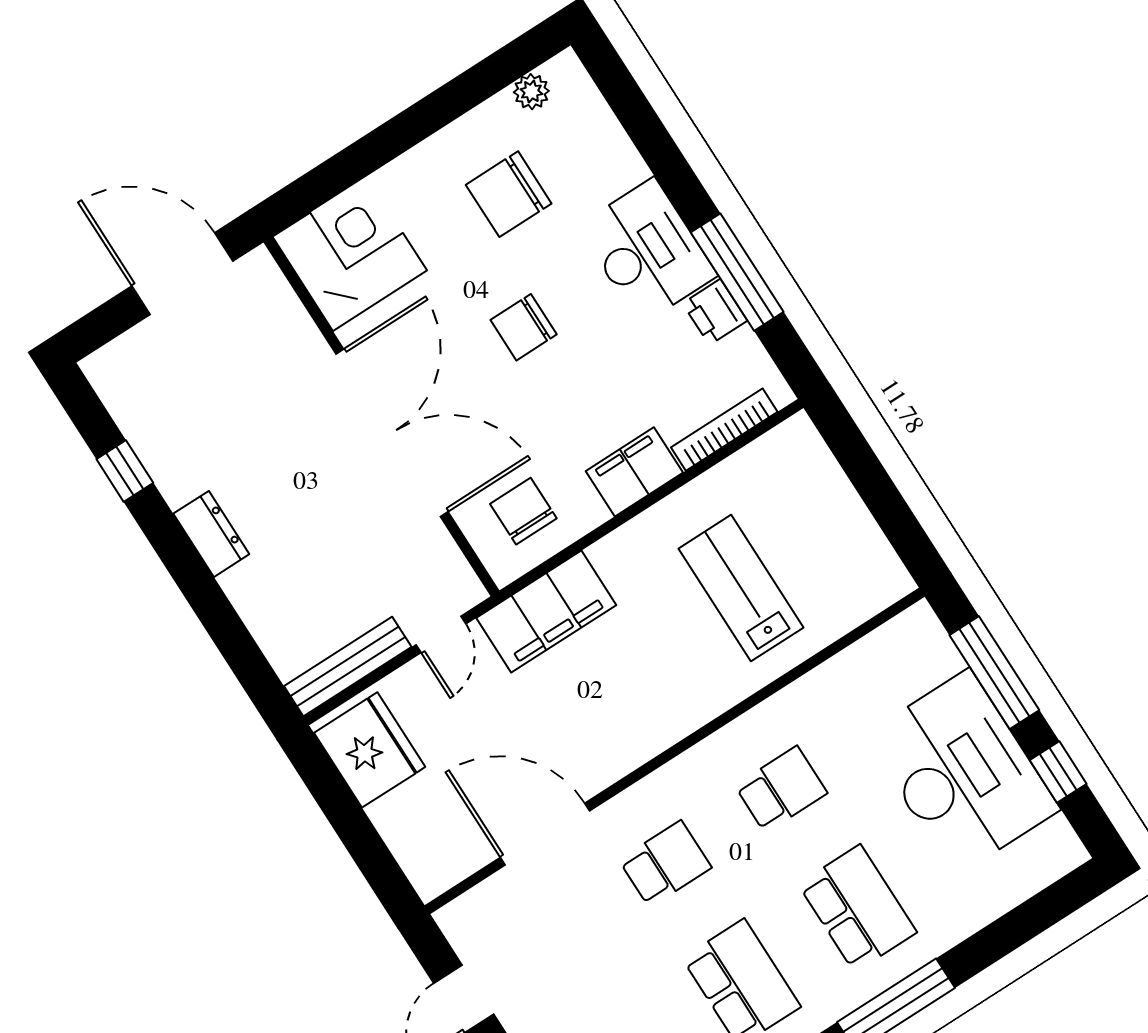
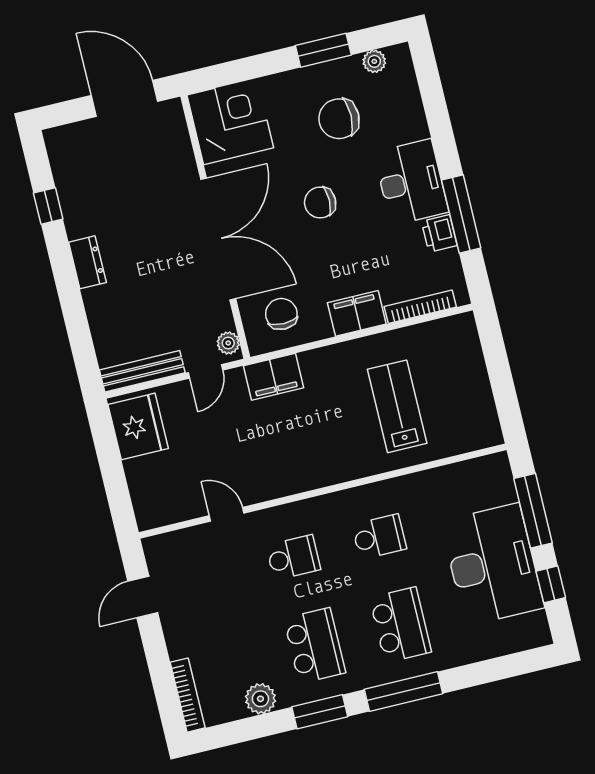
window: (451, 101) -> (323, 50), added
plant: (460, 581) -> (228, 343), added
filing cabinet: (546, 611) -> (274, 377), width x0.67, depth x0.86
door: (545, 834) -> (227, 514), width x0.53

